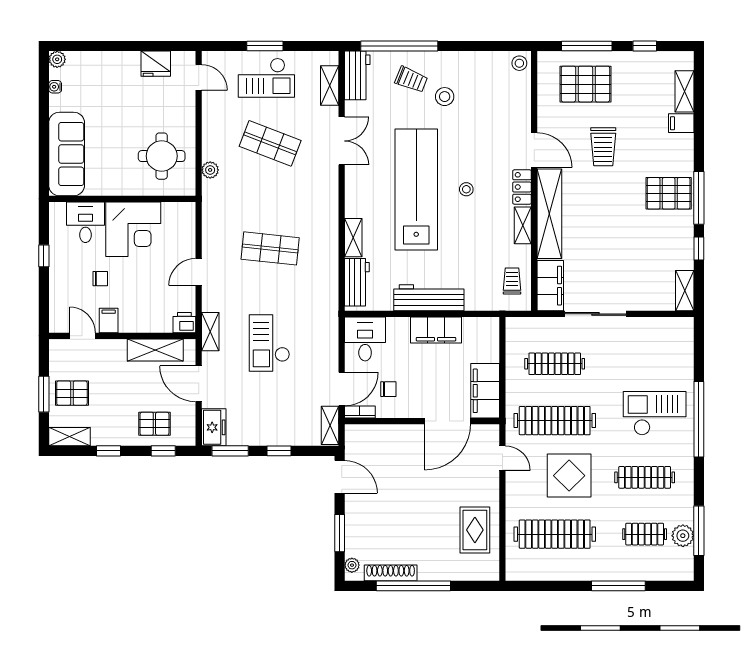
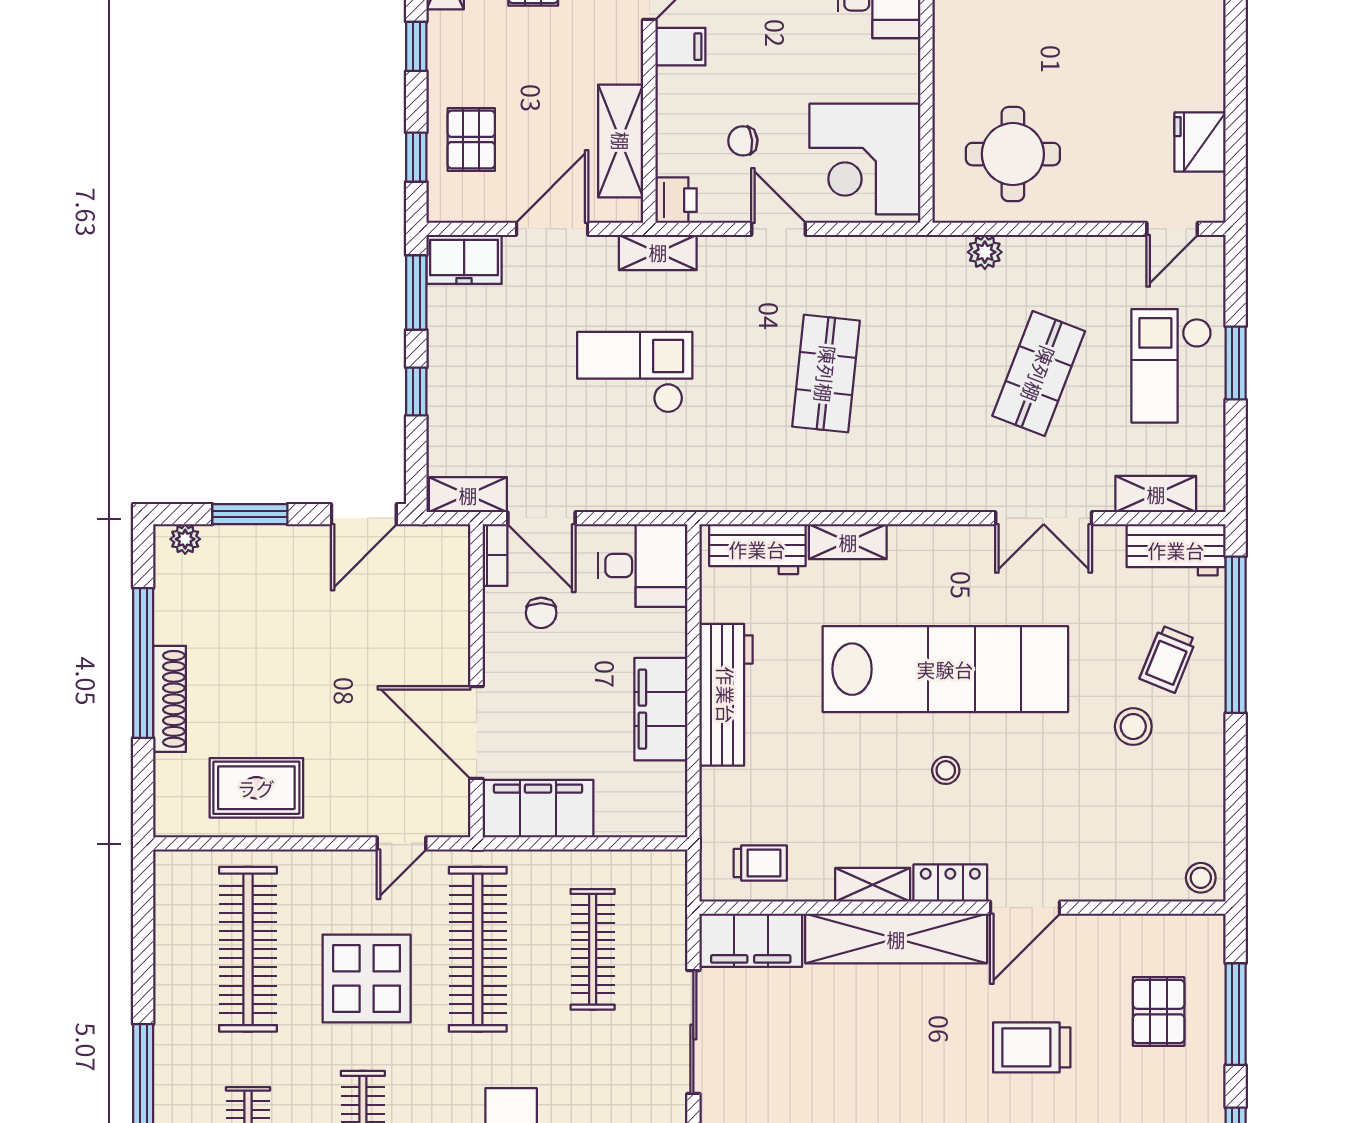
pallet: (585, 84) -> (1159, 1012), width x0.67, depth x0.71
corner desk: (133, 229) -> (865, 159), moved
chair: (100, 279) -> (743, 141), moved, turned 85
shoe rack: (391, 573) -> (170, 699), moved

